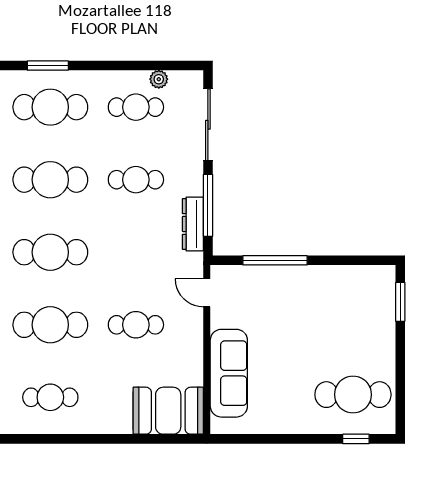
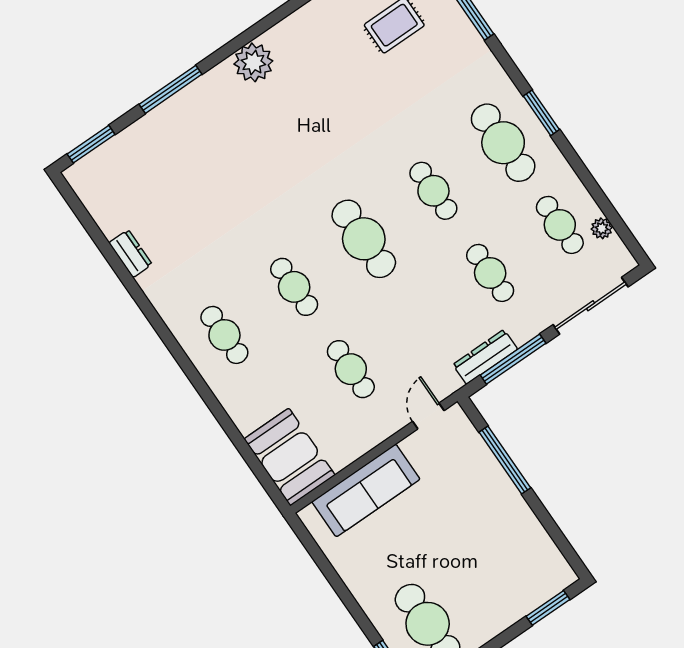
cafe table: (50, 180) -> (433, 191), width x0.73, depth x0.74
cafe table: (50, 325) -> (294, 287), width x0.73, depth x0.74

